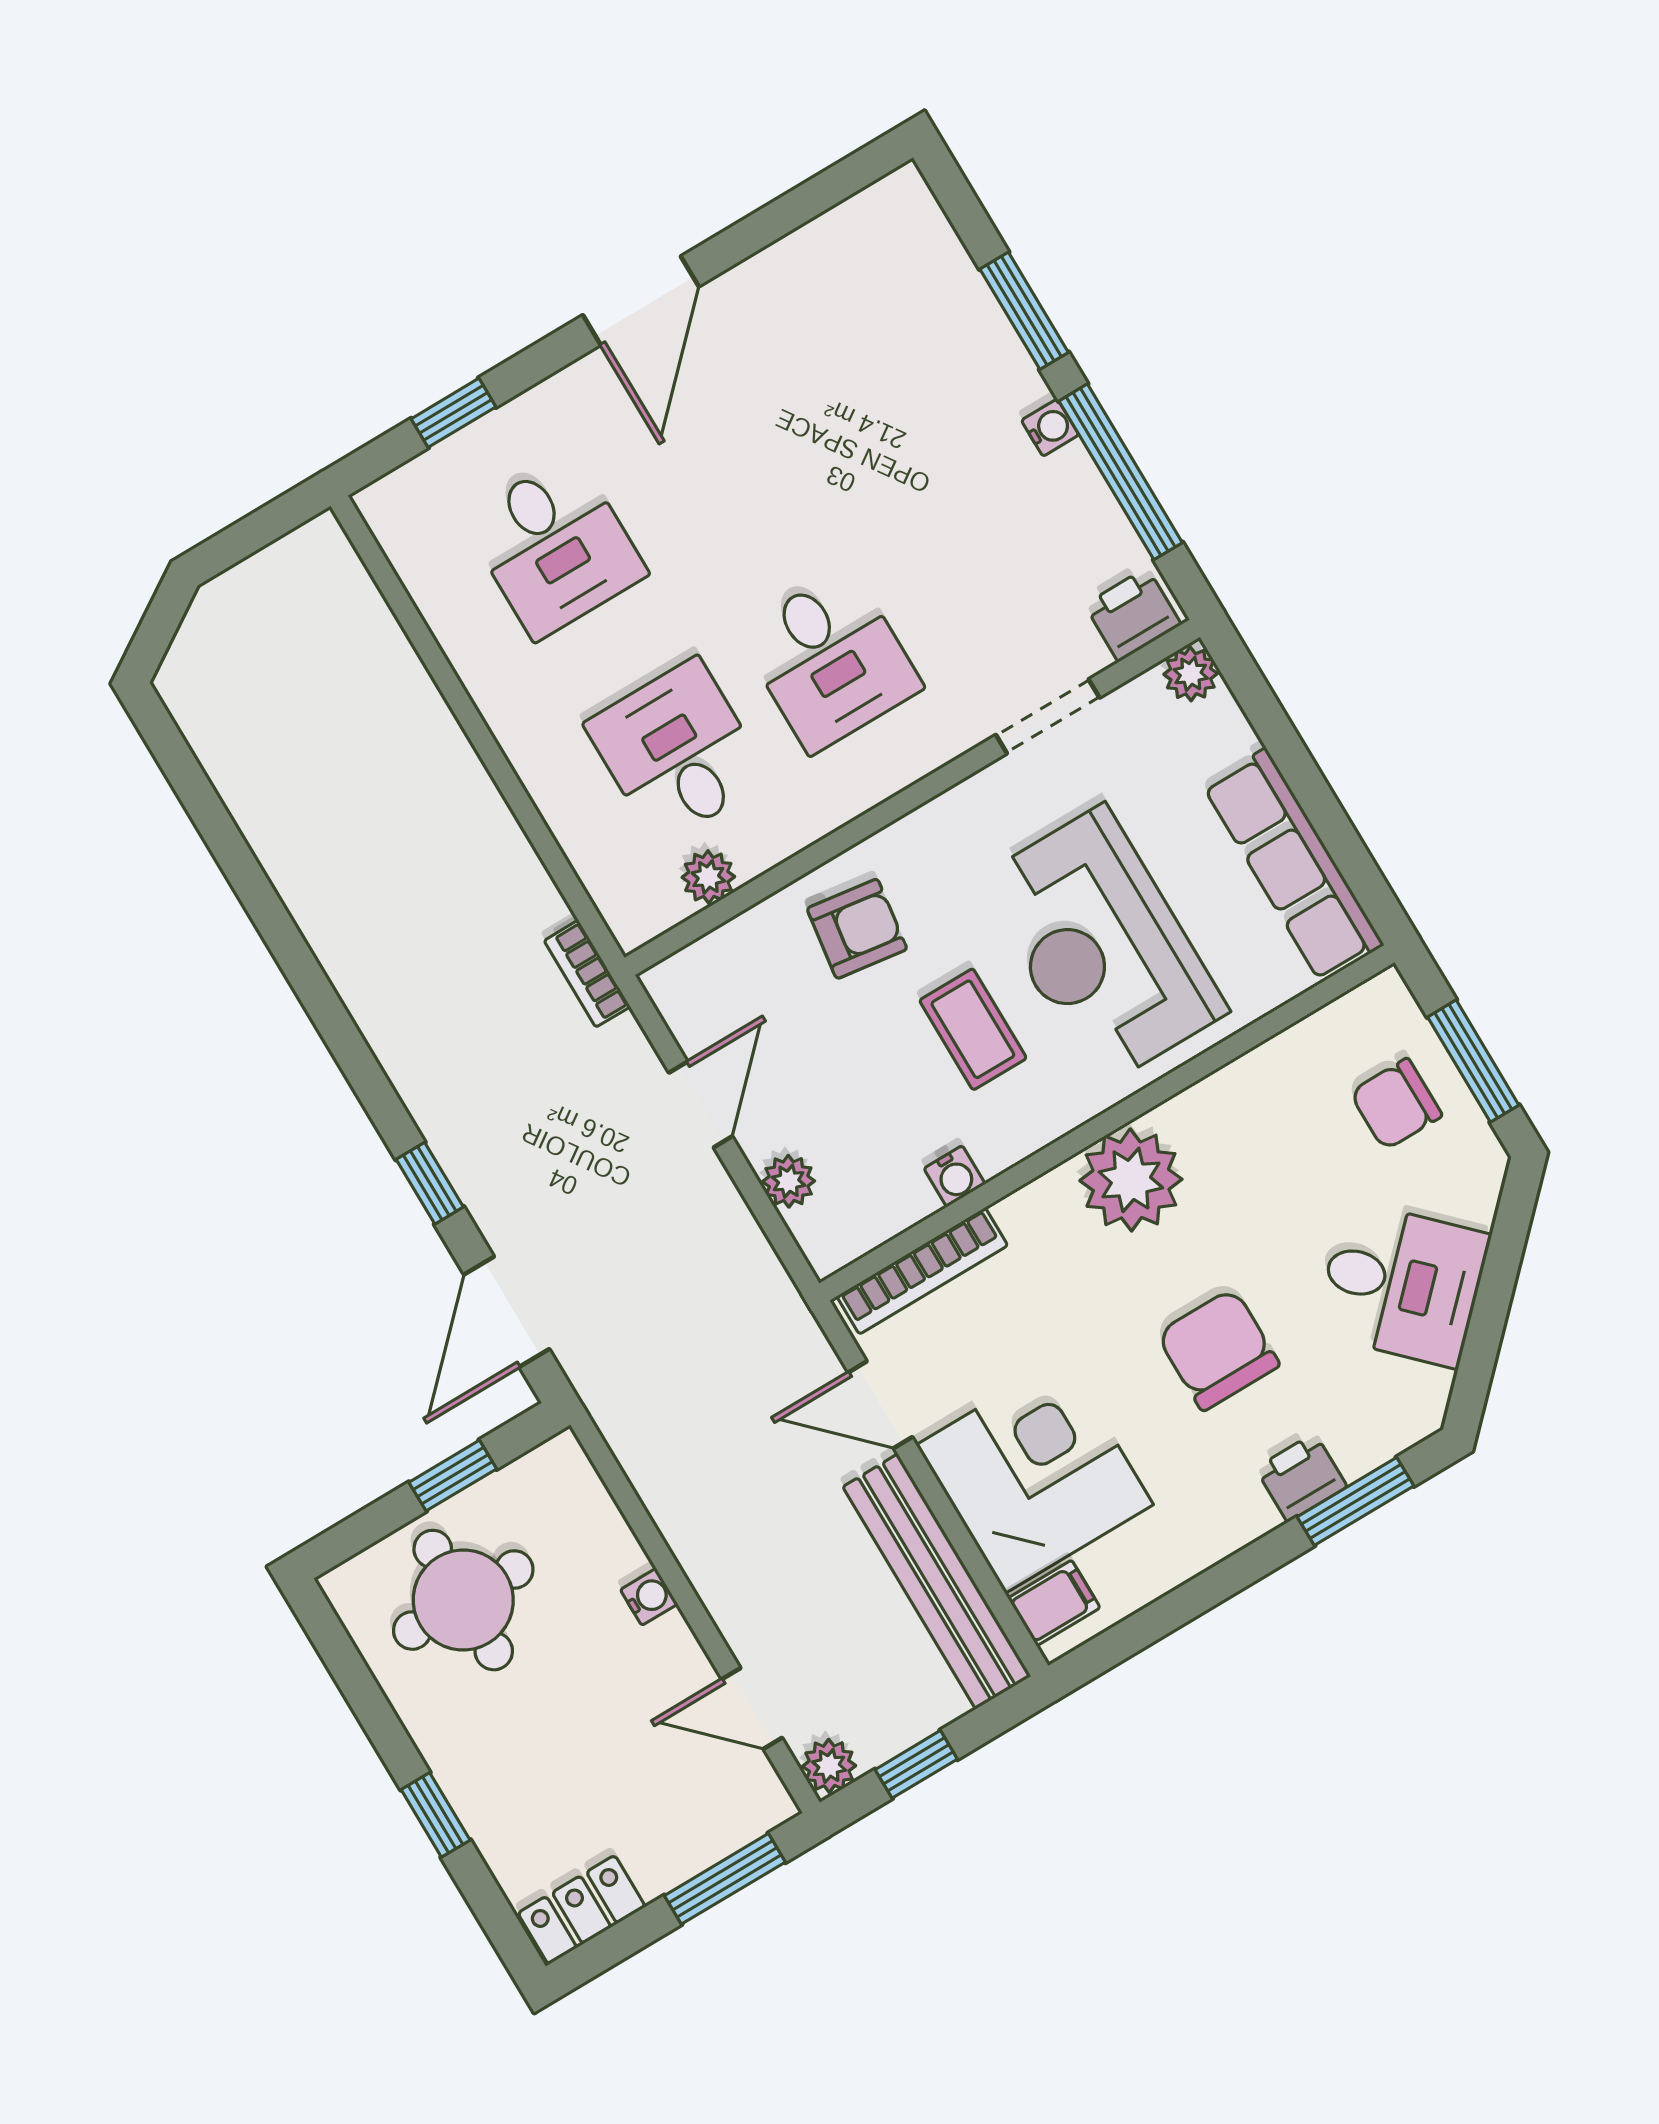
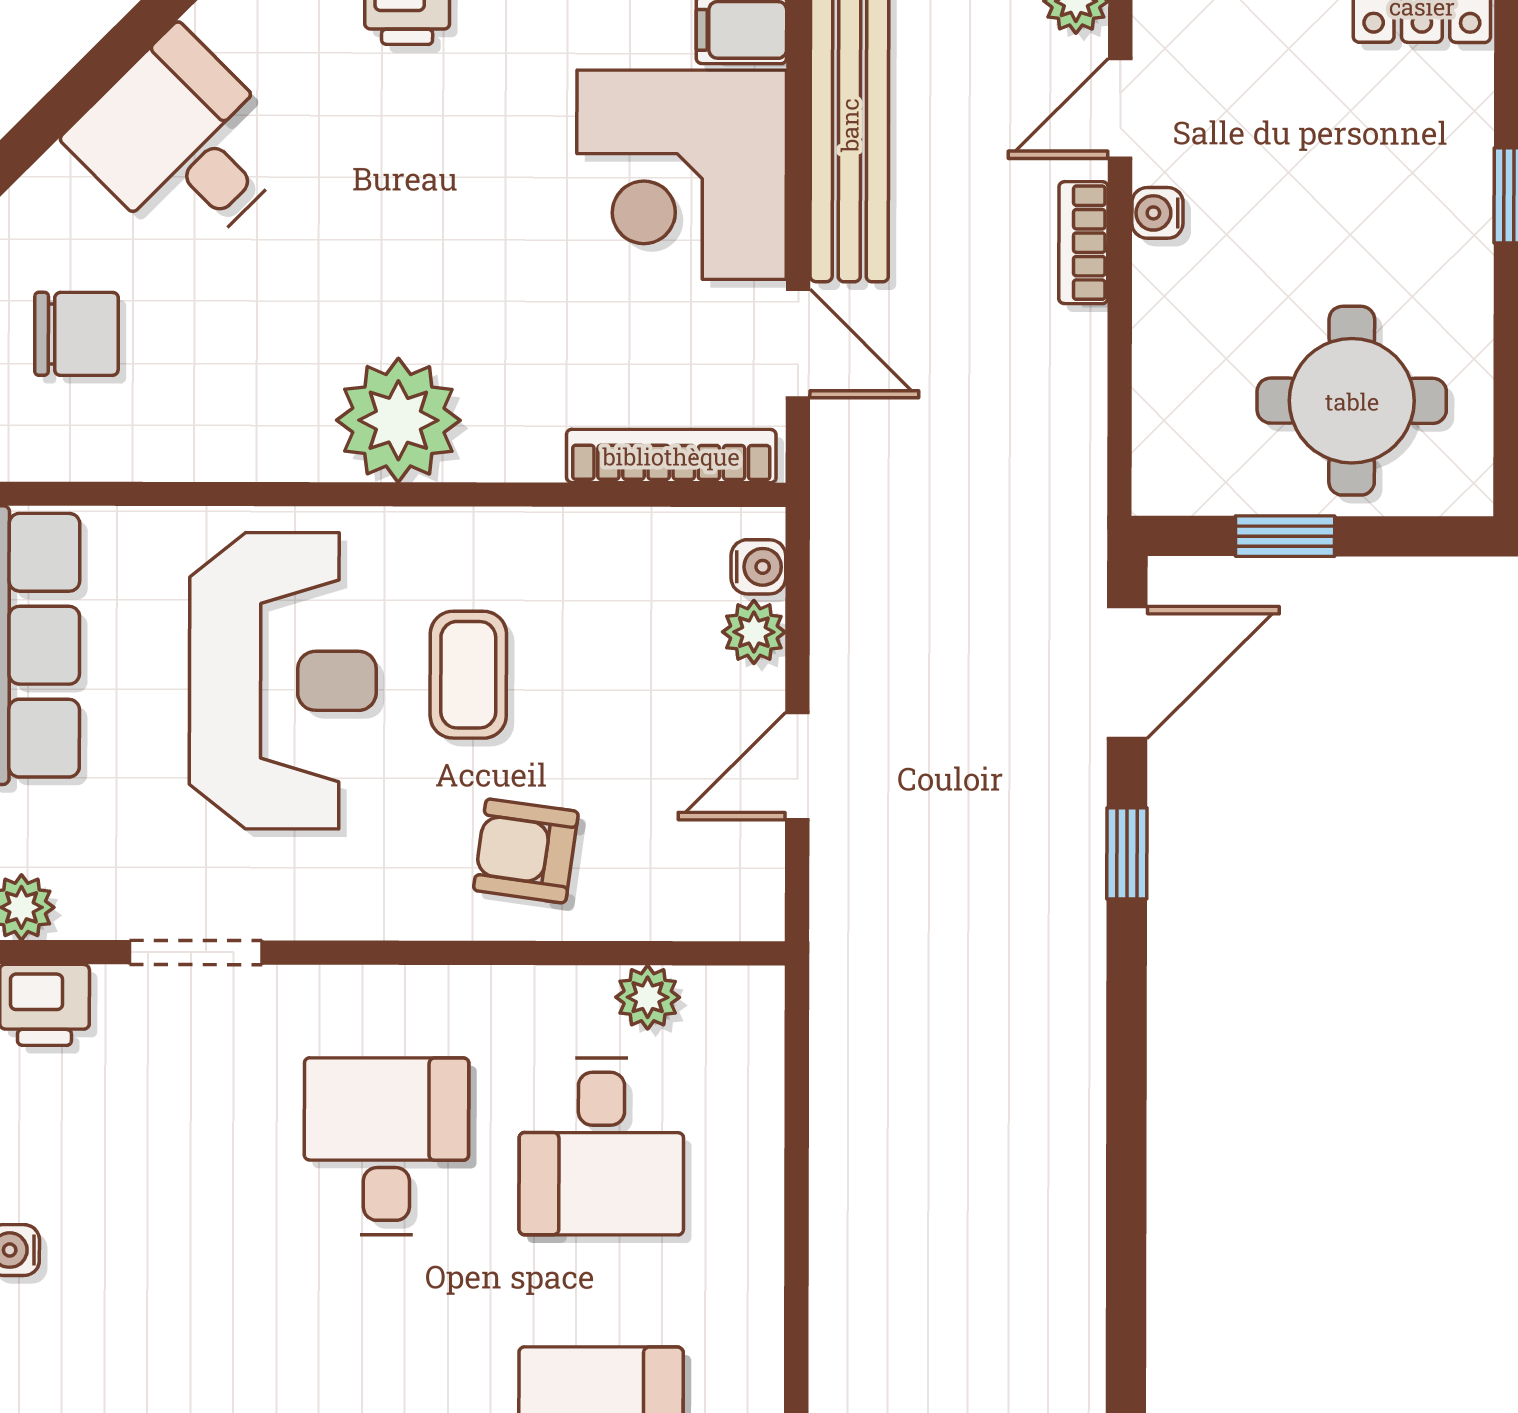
bookcase: (587, 974) -> (1083, 243), moved, turned 180
water cooler: (955, 1176) -> (758, 567), moved, turned 90
chair: (1218, 1350) -> (414, 190), removed
water cooler: (649, 1597) -> (1157, 213), moved
door: (752, 1709) -> (1120, 109), swing flipped

